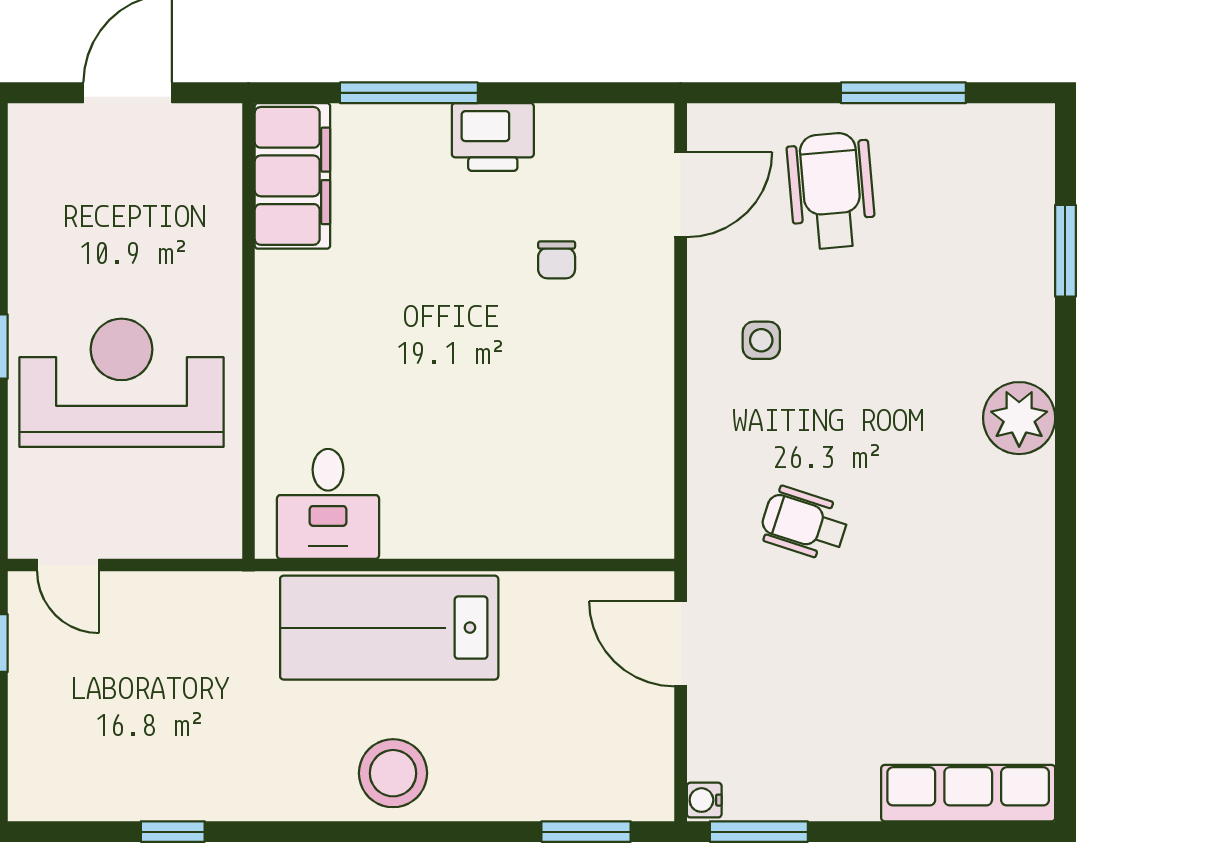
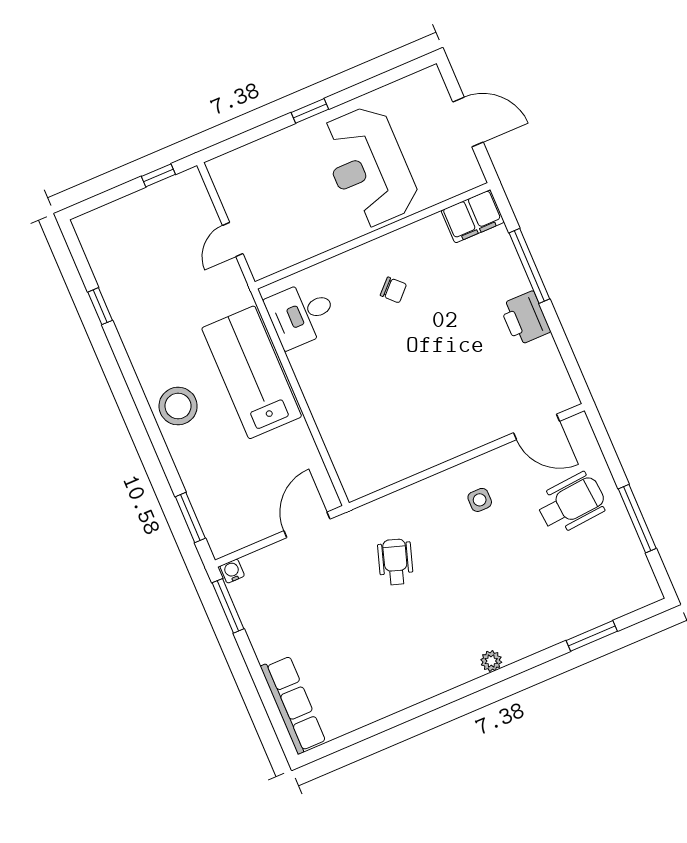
filing cabinet: (292, 176) -> (473, 216), width x0.67, depth x0.86
chair: (557, 260) -> (393, 290), moved, turned -135
reception desk: (122, 383) -> (369, 167), moved, turned 180
plant: (1019, 418) -> (491, 661), width x0.53, depth x0.53
door: (68, 565) -> (233, 240), moved

